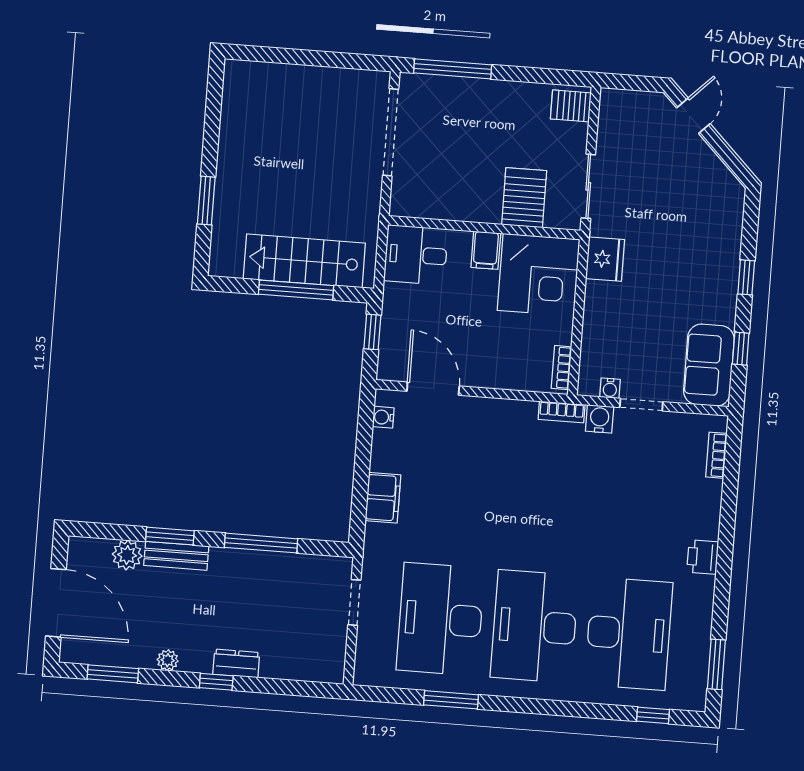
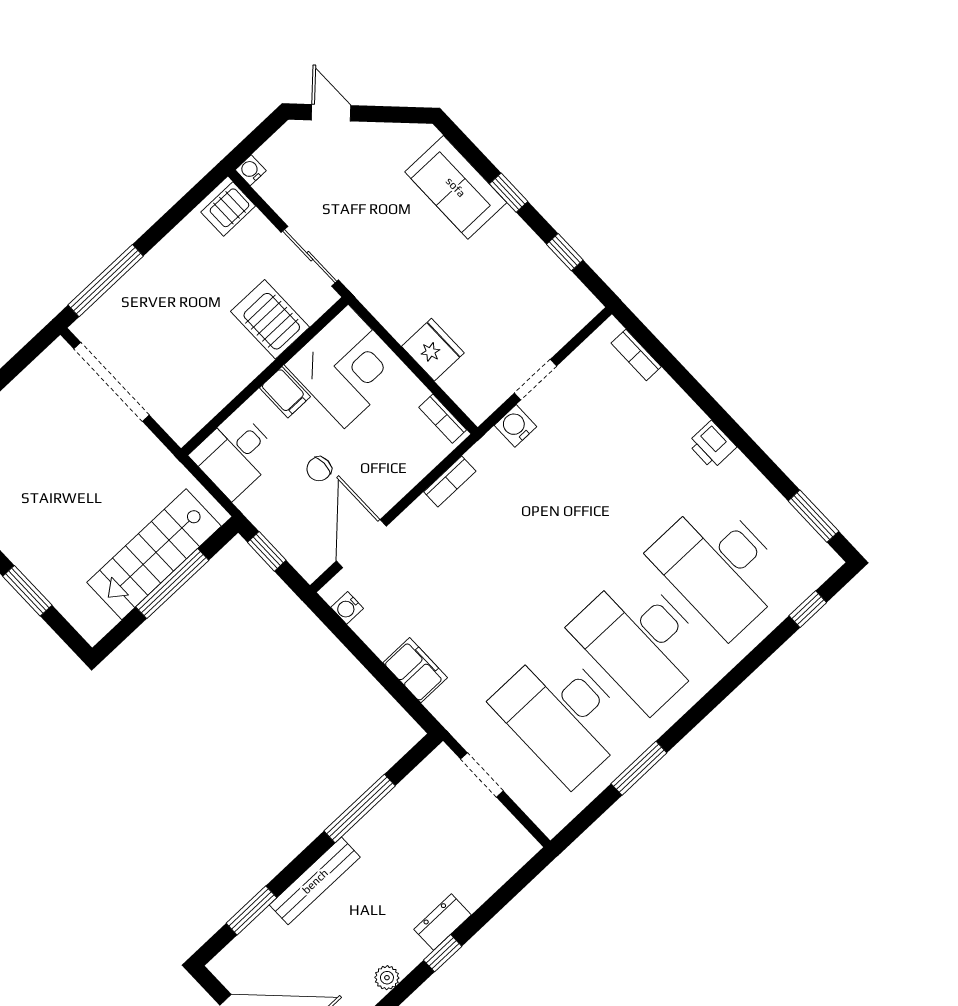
fridge: (605, 259) -> (433, 350), moved
chair: (456, 317) -> (319, 469), added
sofa: (709, 365) -> (456, 187), moved
water cooler: (610, 388) -> (251, 170), moved, turned 180
door: (433, 389) -> (361, 544), hinge flipped
bookcase: (562, 412) -> (450, 481), moved
window: (170, 536) -> (251, 910), moved
plant: (127, 555) -> (267, 931), removed
bench: (176, 556) -> (315, 881), width x1.36
desk: (629, 634) -> (720, 567), turned 180

